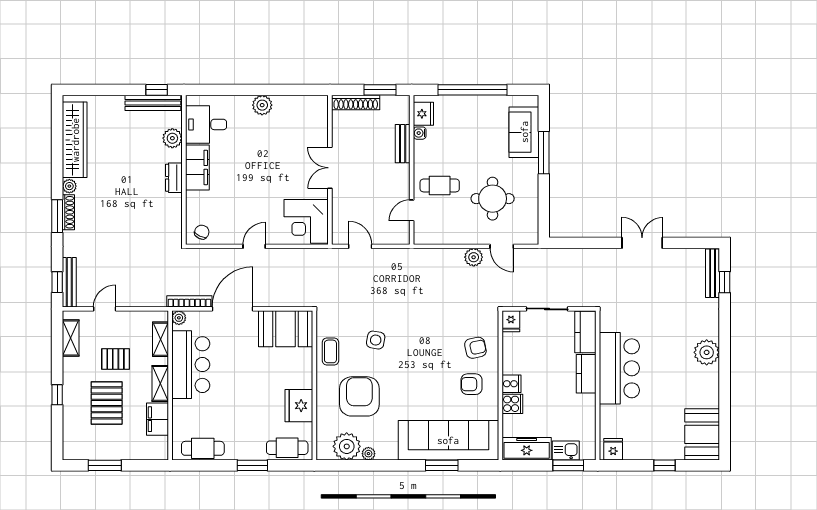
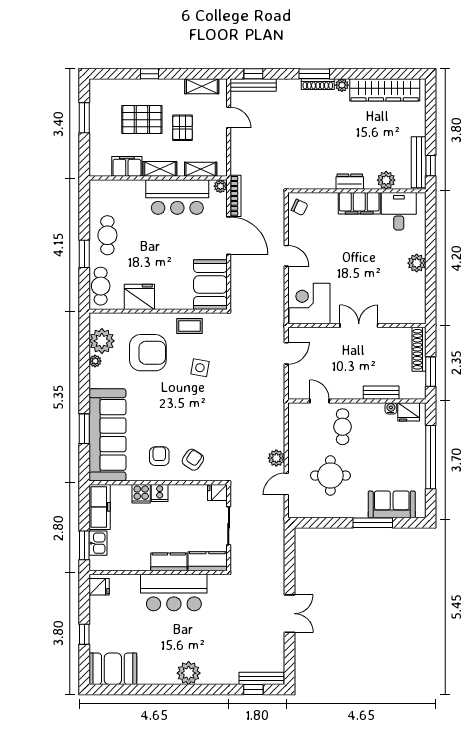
armchair: (475, 348) -> (193, 460), turned -134
cafe table: (203, 448) -> (107, 235), moved

